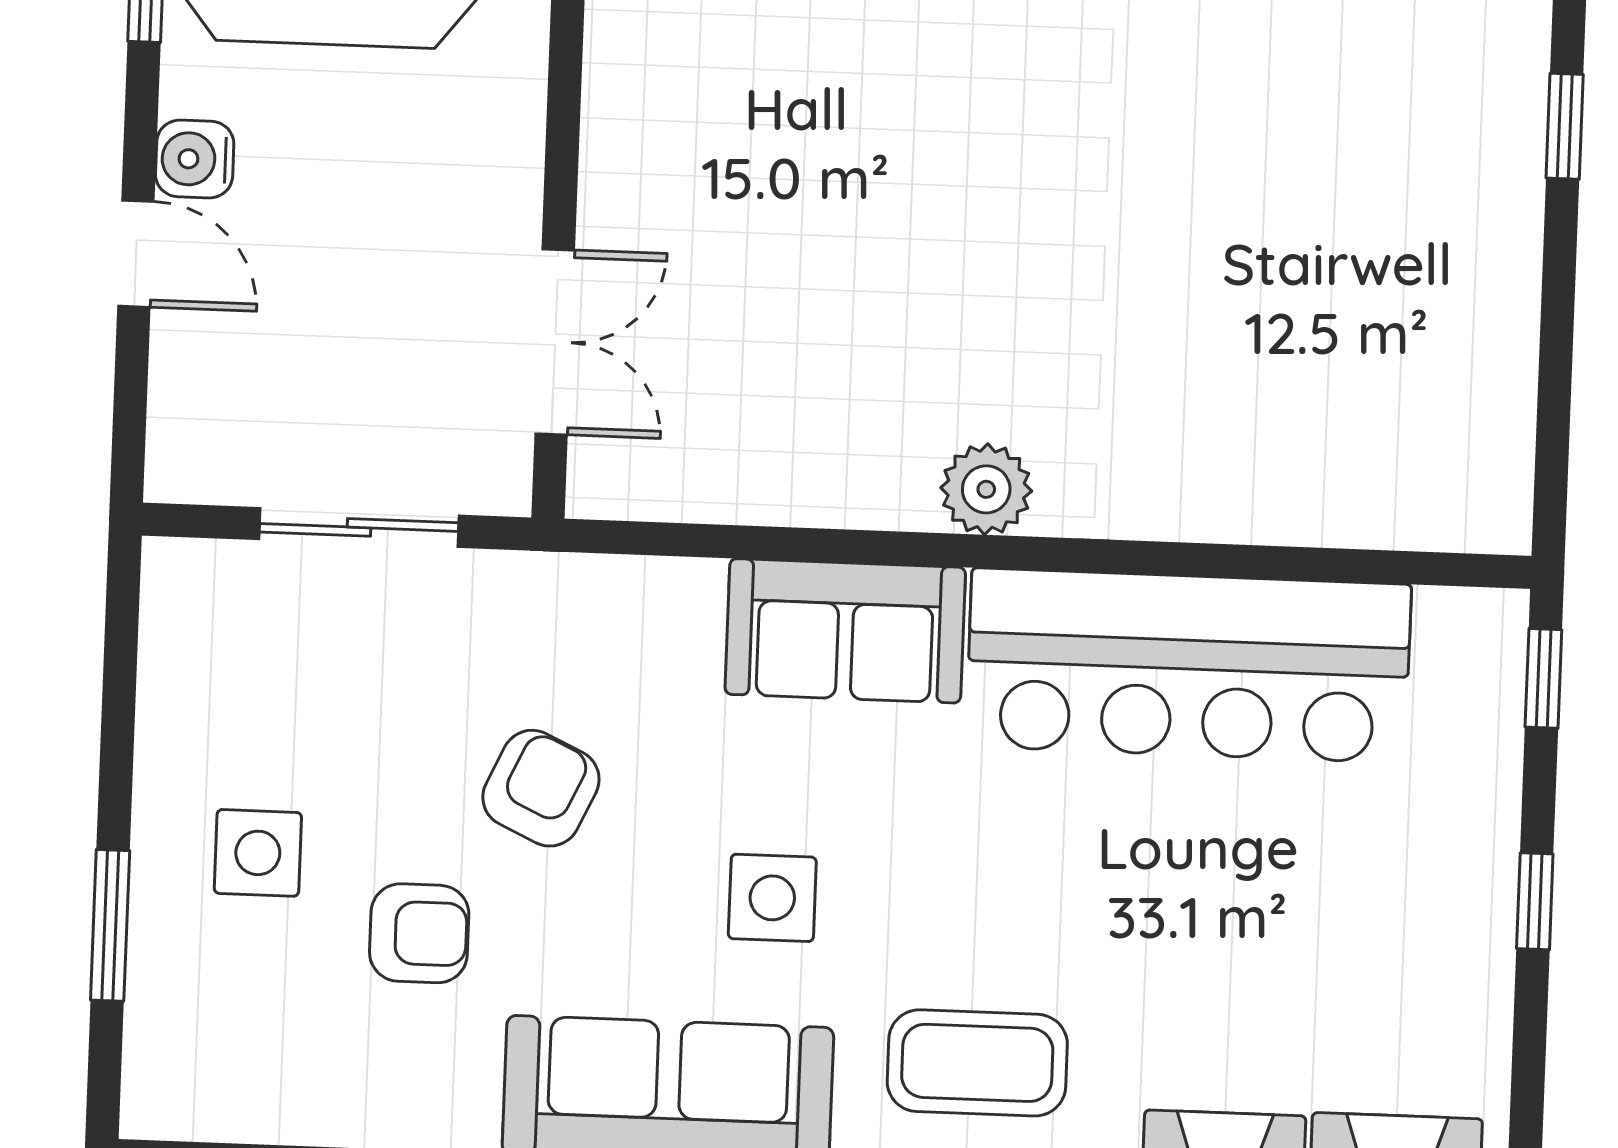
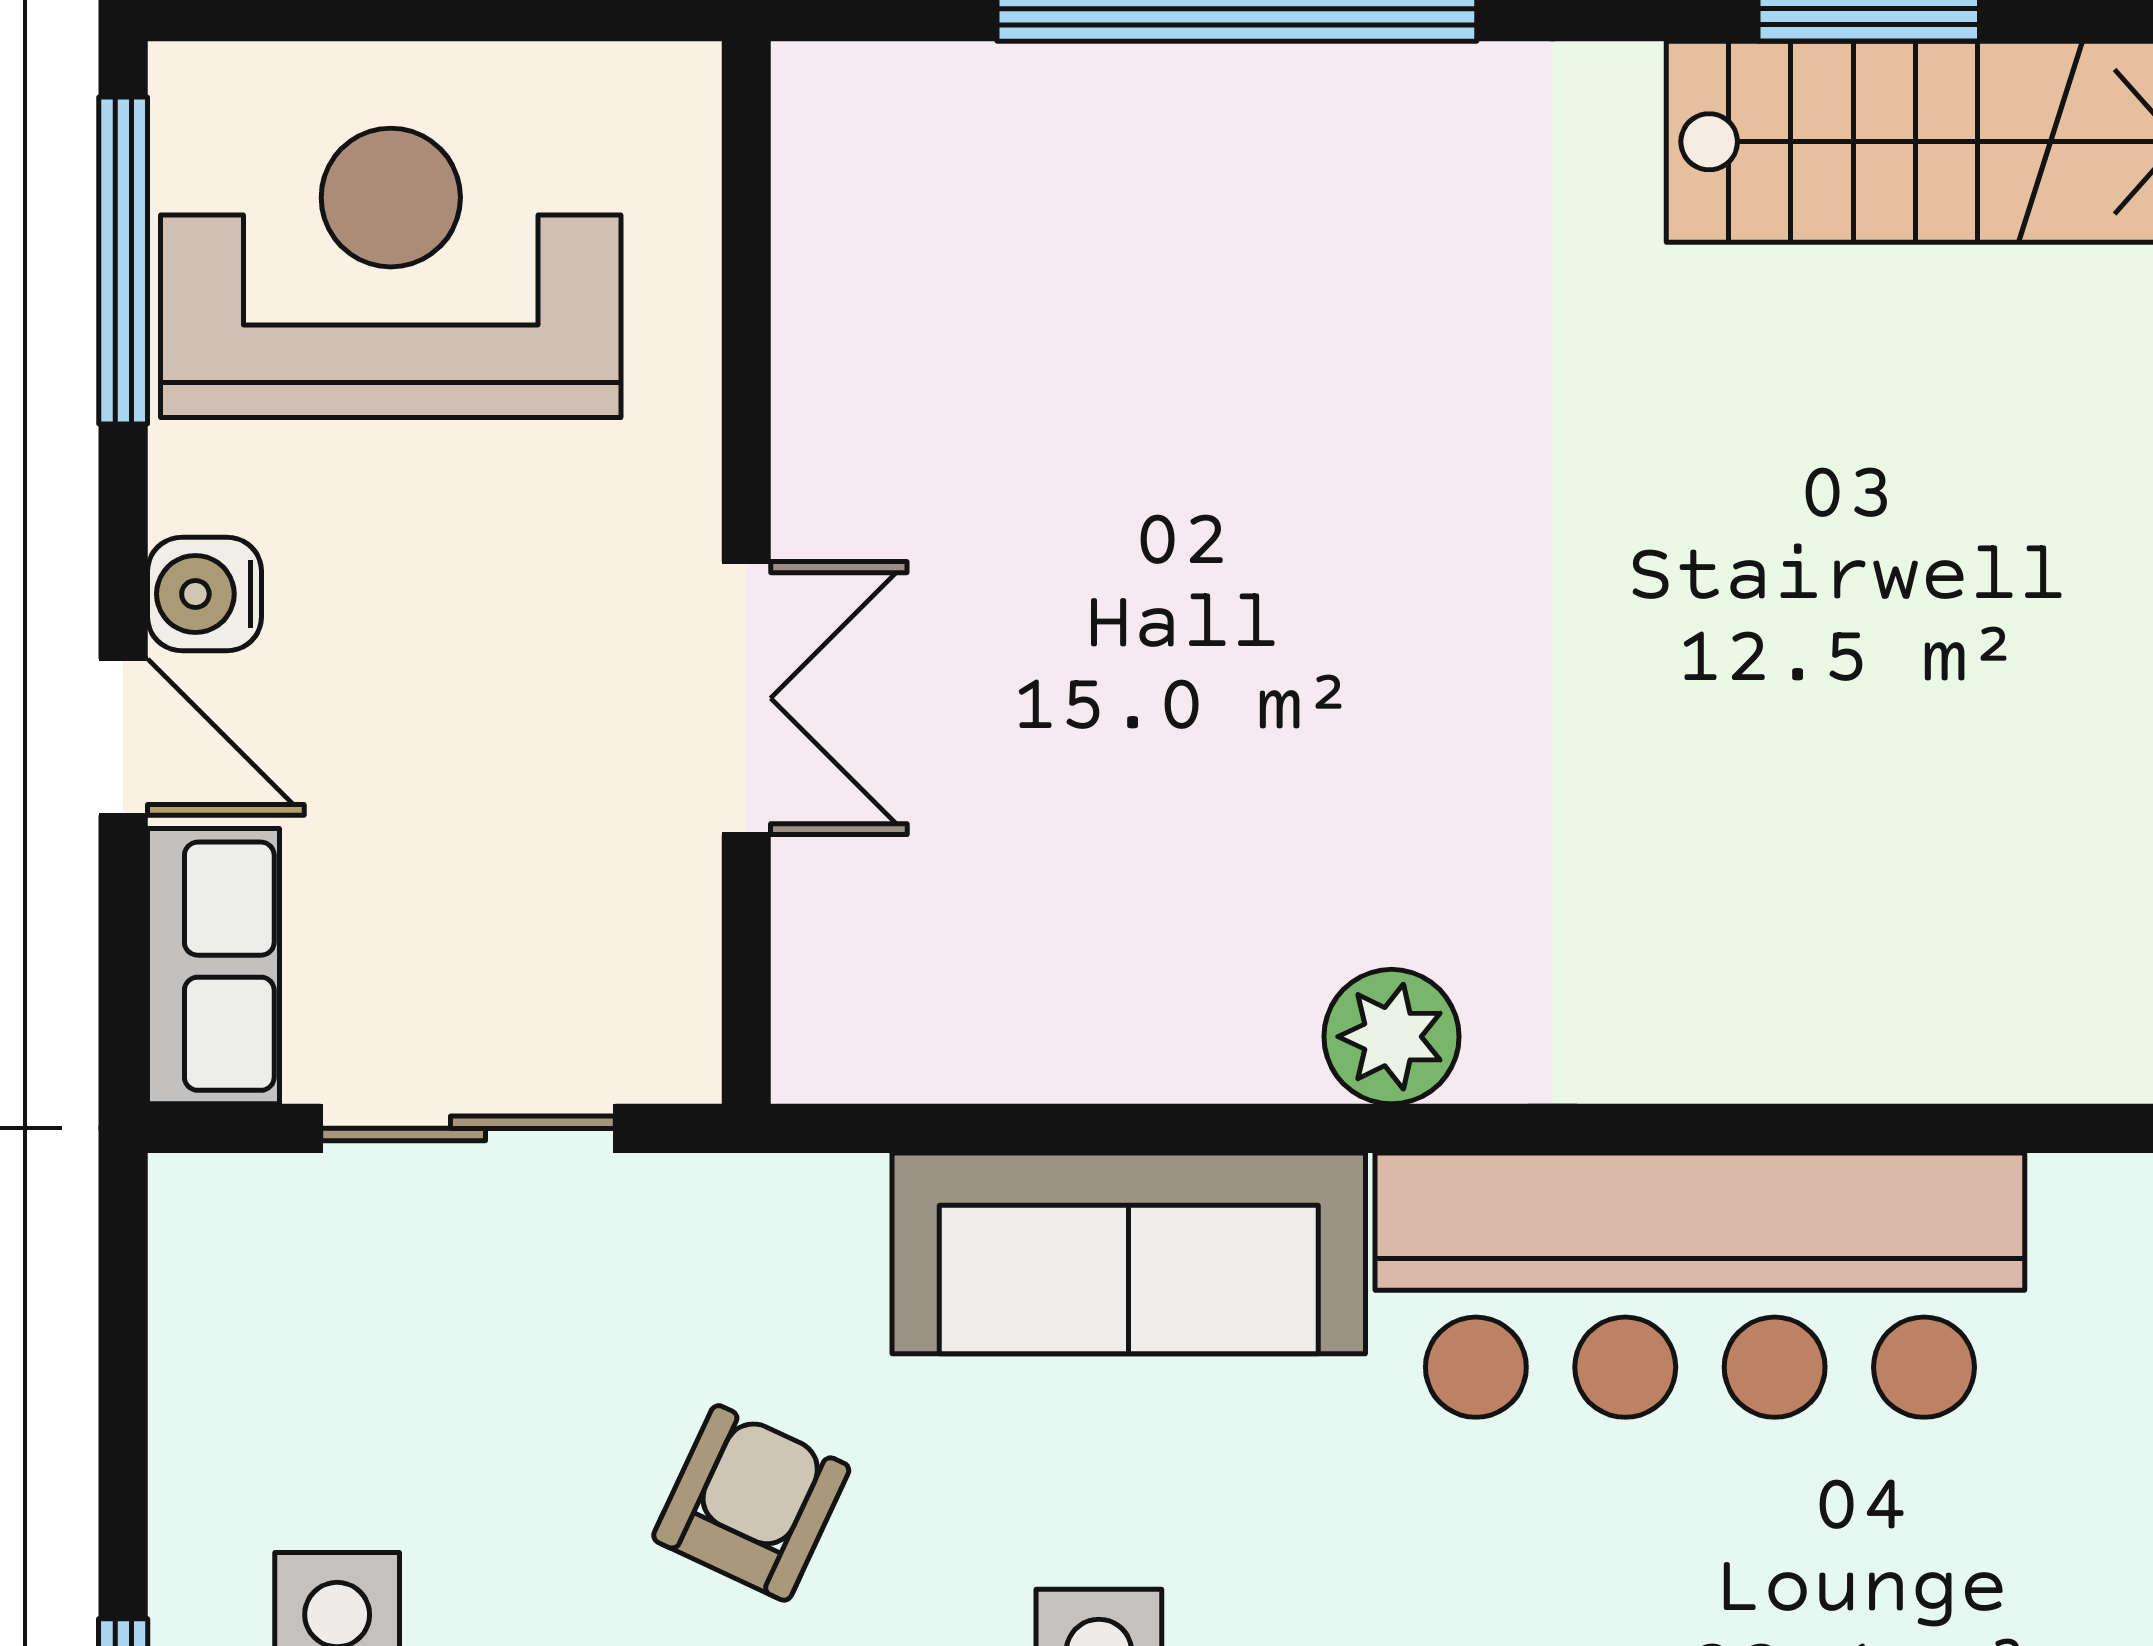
double door: (555, 342) -> (746, 698), moved
row of seats: (191, 411) -> (214, 966), added
sofa: (845, 631) -> (1129, 1253), width x1.36

